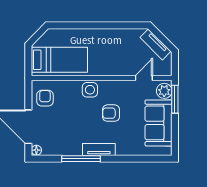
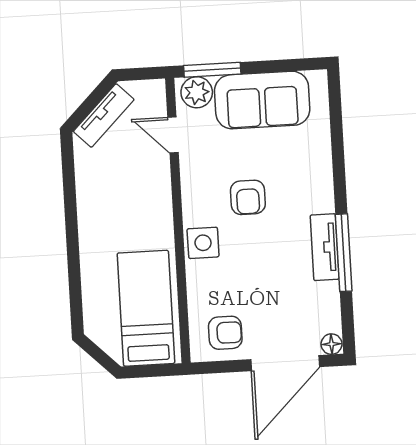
armchair: (45, 98) -> (225, 333), turned 180
tv unit: (99, 150) -> (325, 247), moved

